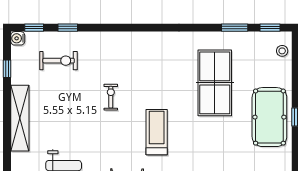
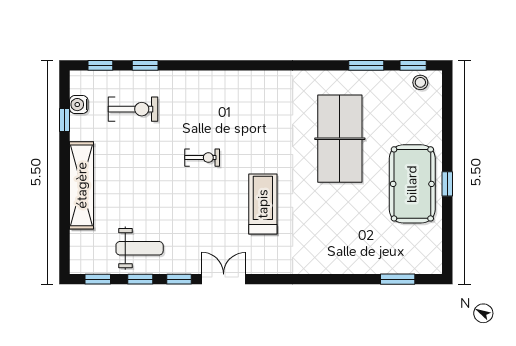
water cooler: (18, 38) -> (79, 105), moved
stool: (282, 51) -> (420, 82), moved
exercise bike: (111, 97) -> (202, 158), turned 90

